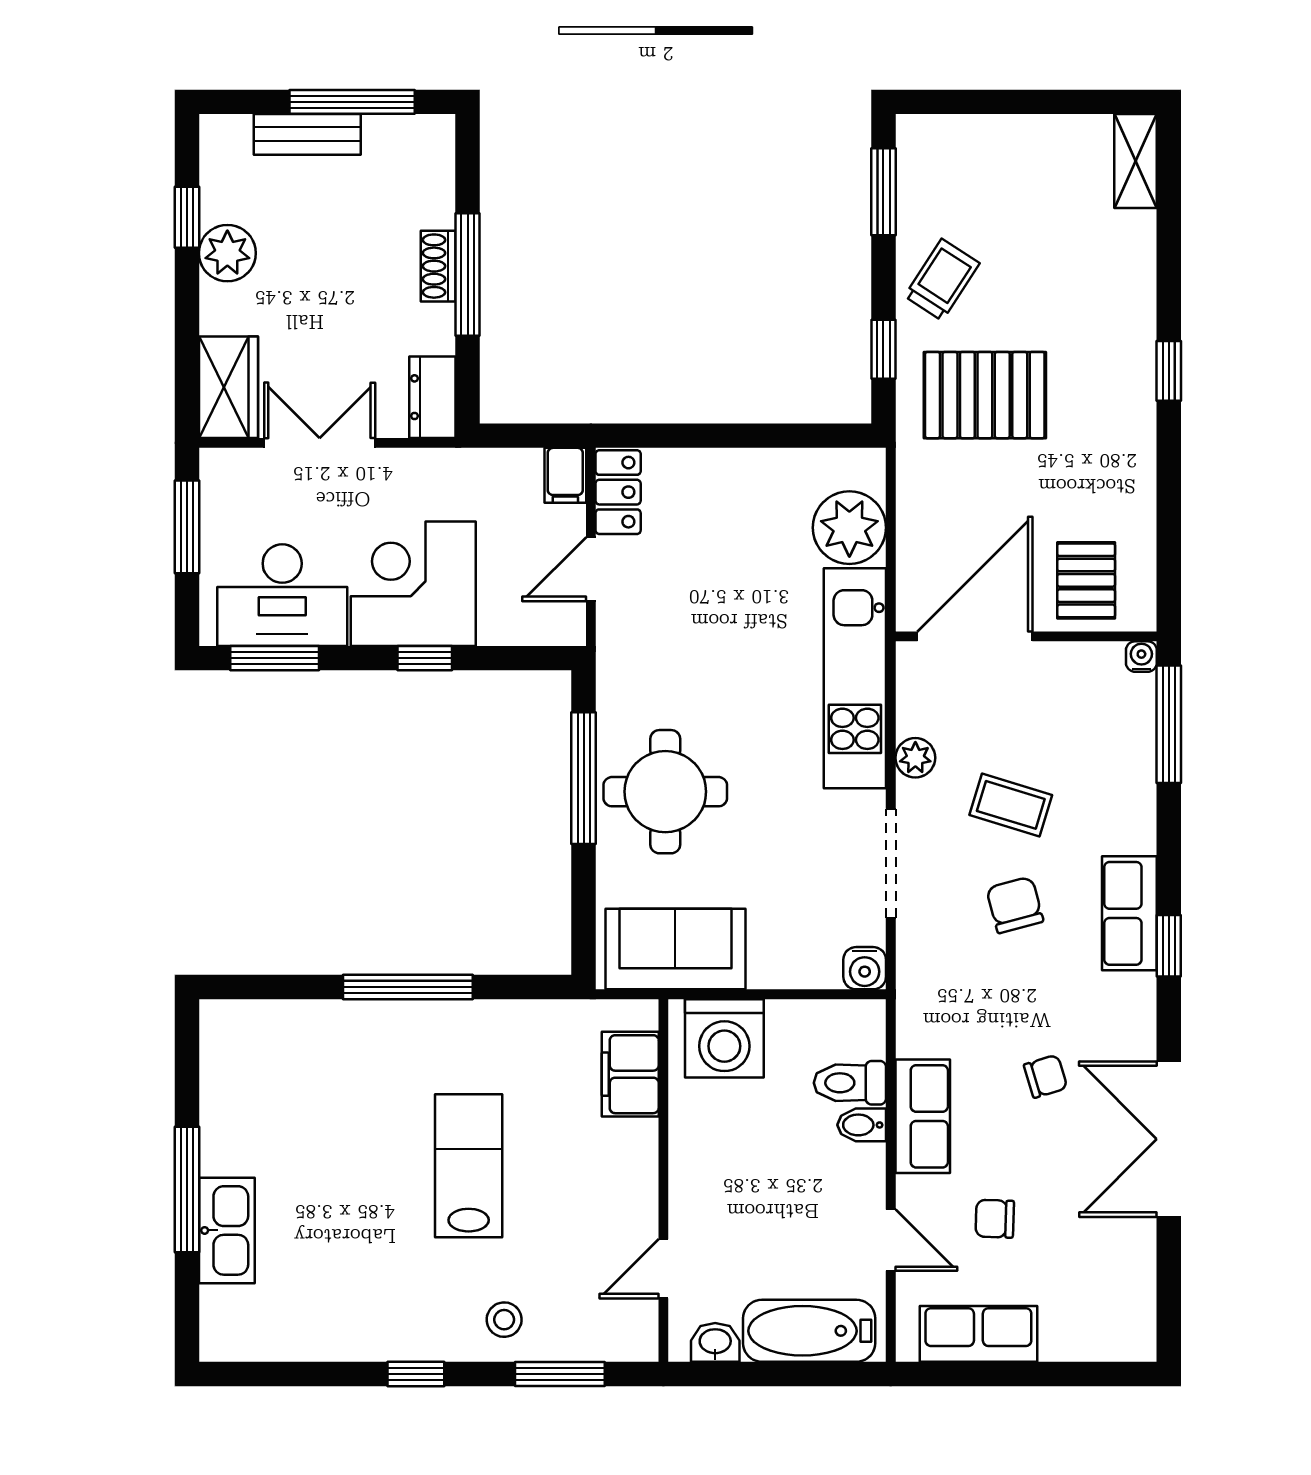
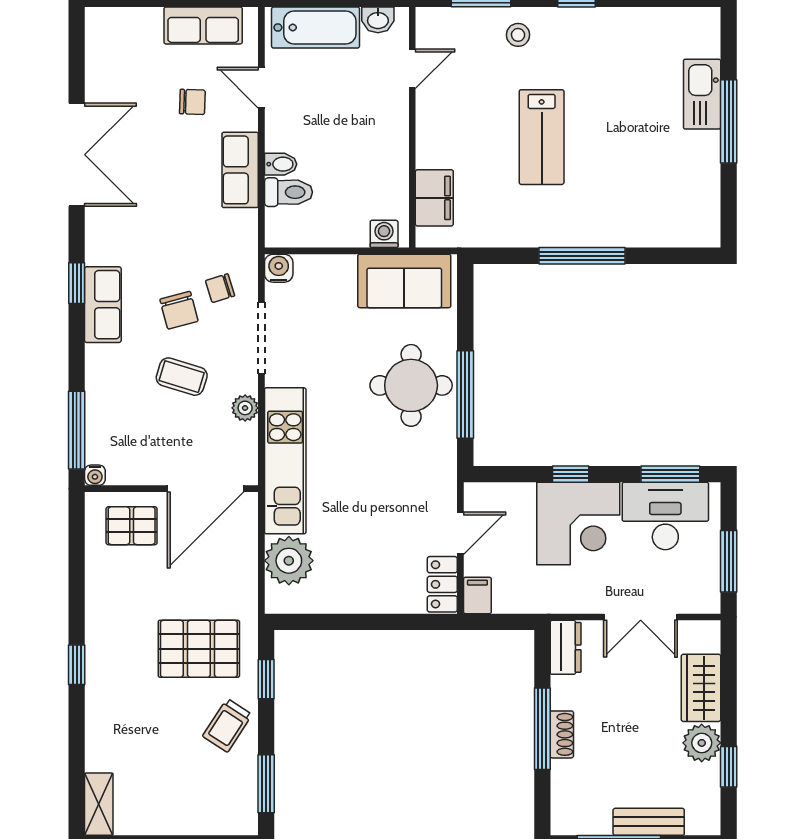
wardrobe: (229, 387) -> (701, 688), moved
pallet: (1086, 580) -> (132, 526), turned 90
washing machine: (724, 1038) -> (384, 234), width x0.53, depth x0.53
chair: (1046, 1076) -> (220, 288), moved

